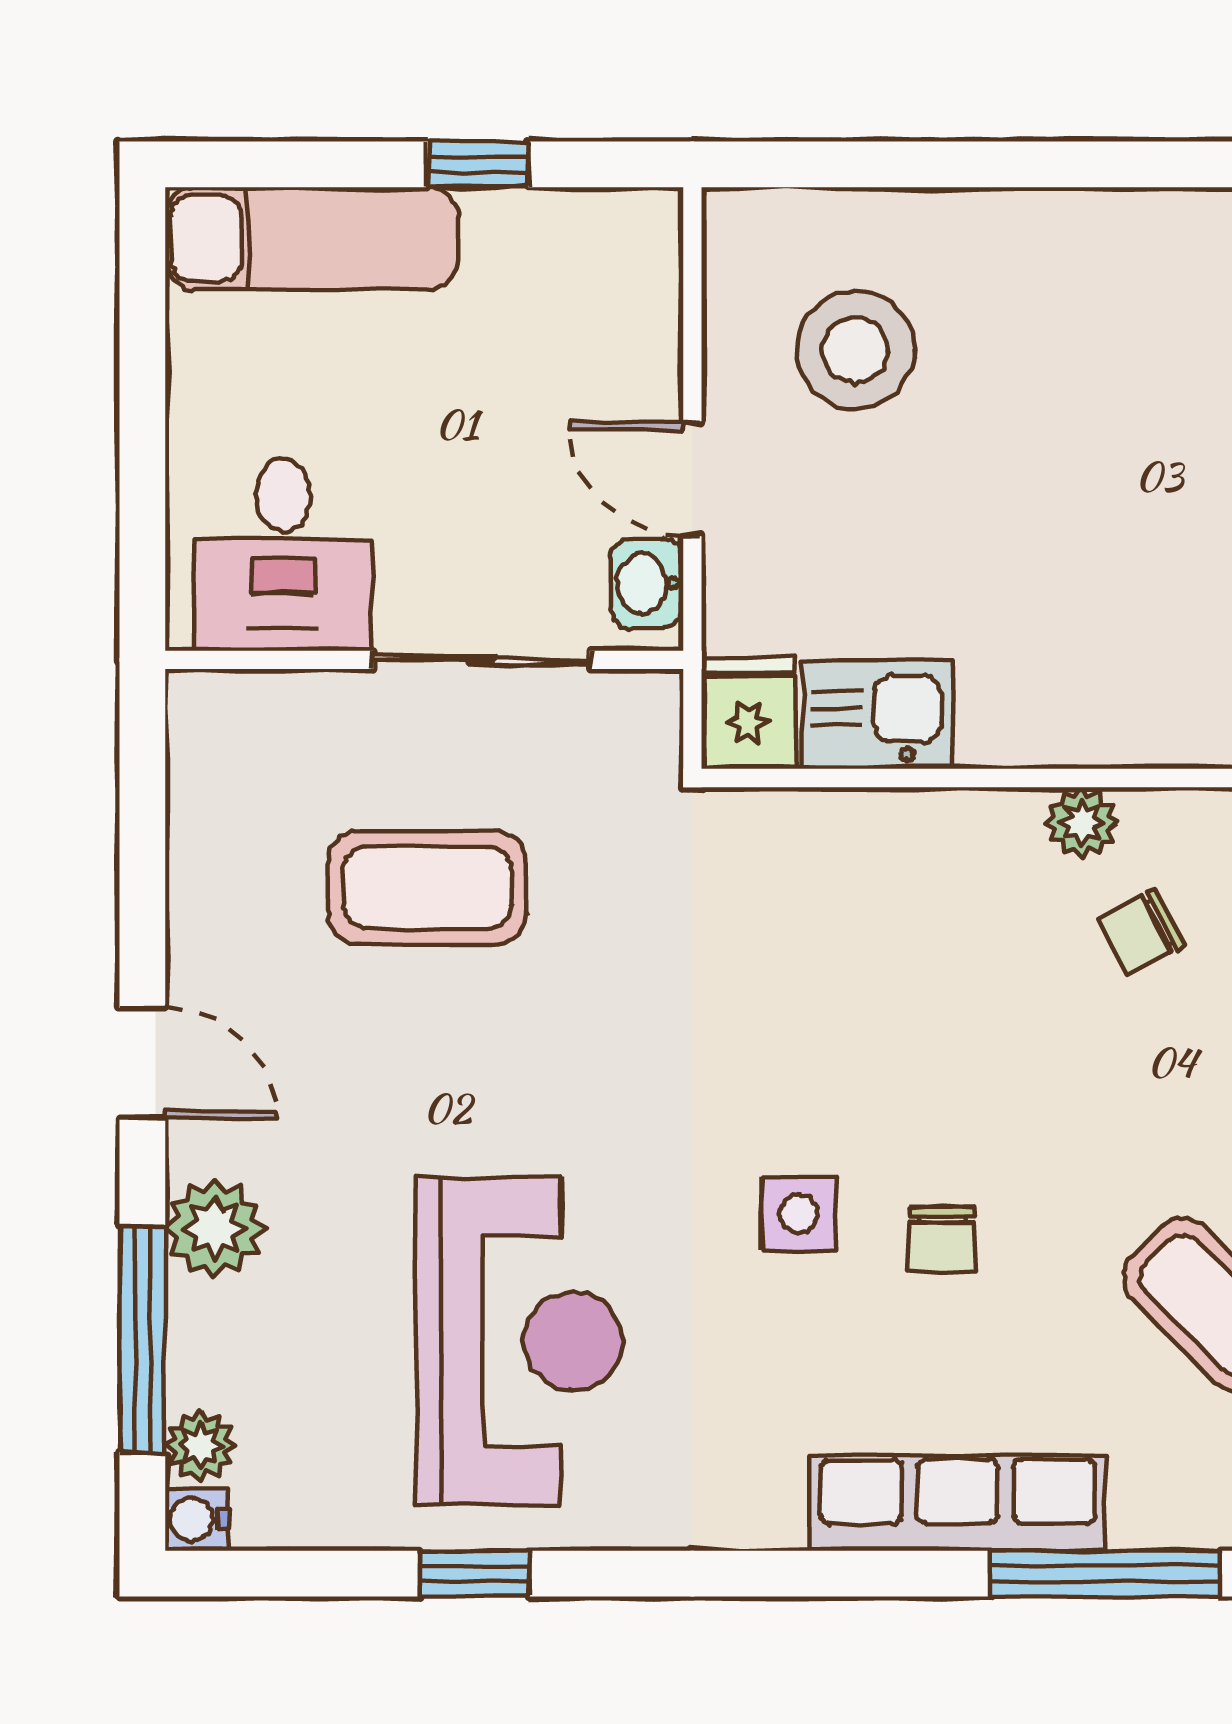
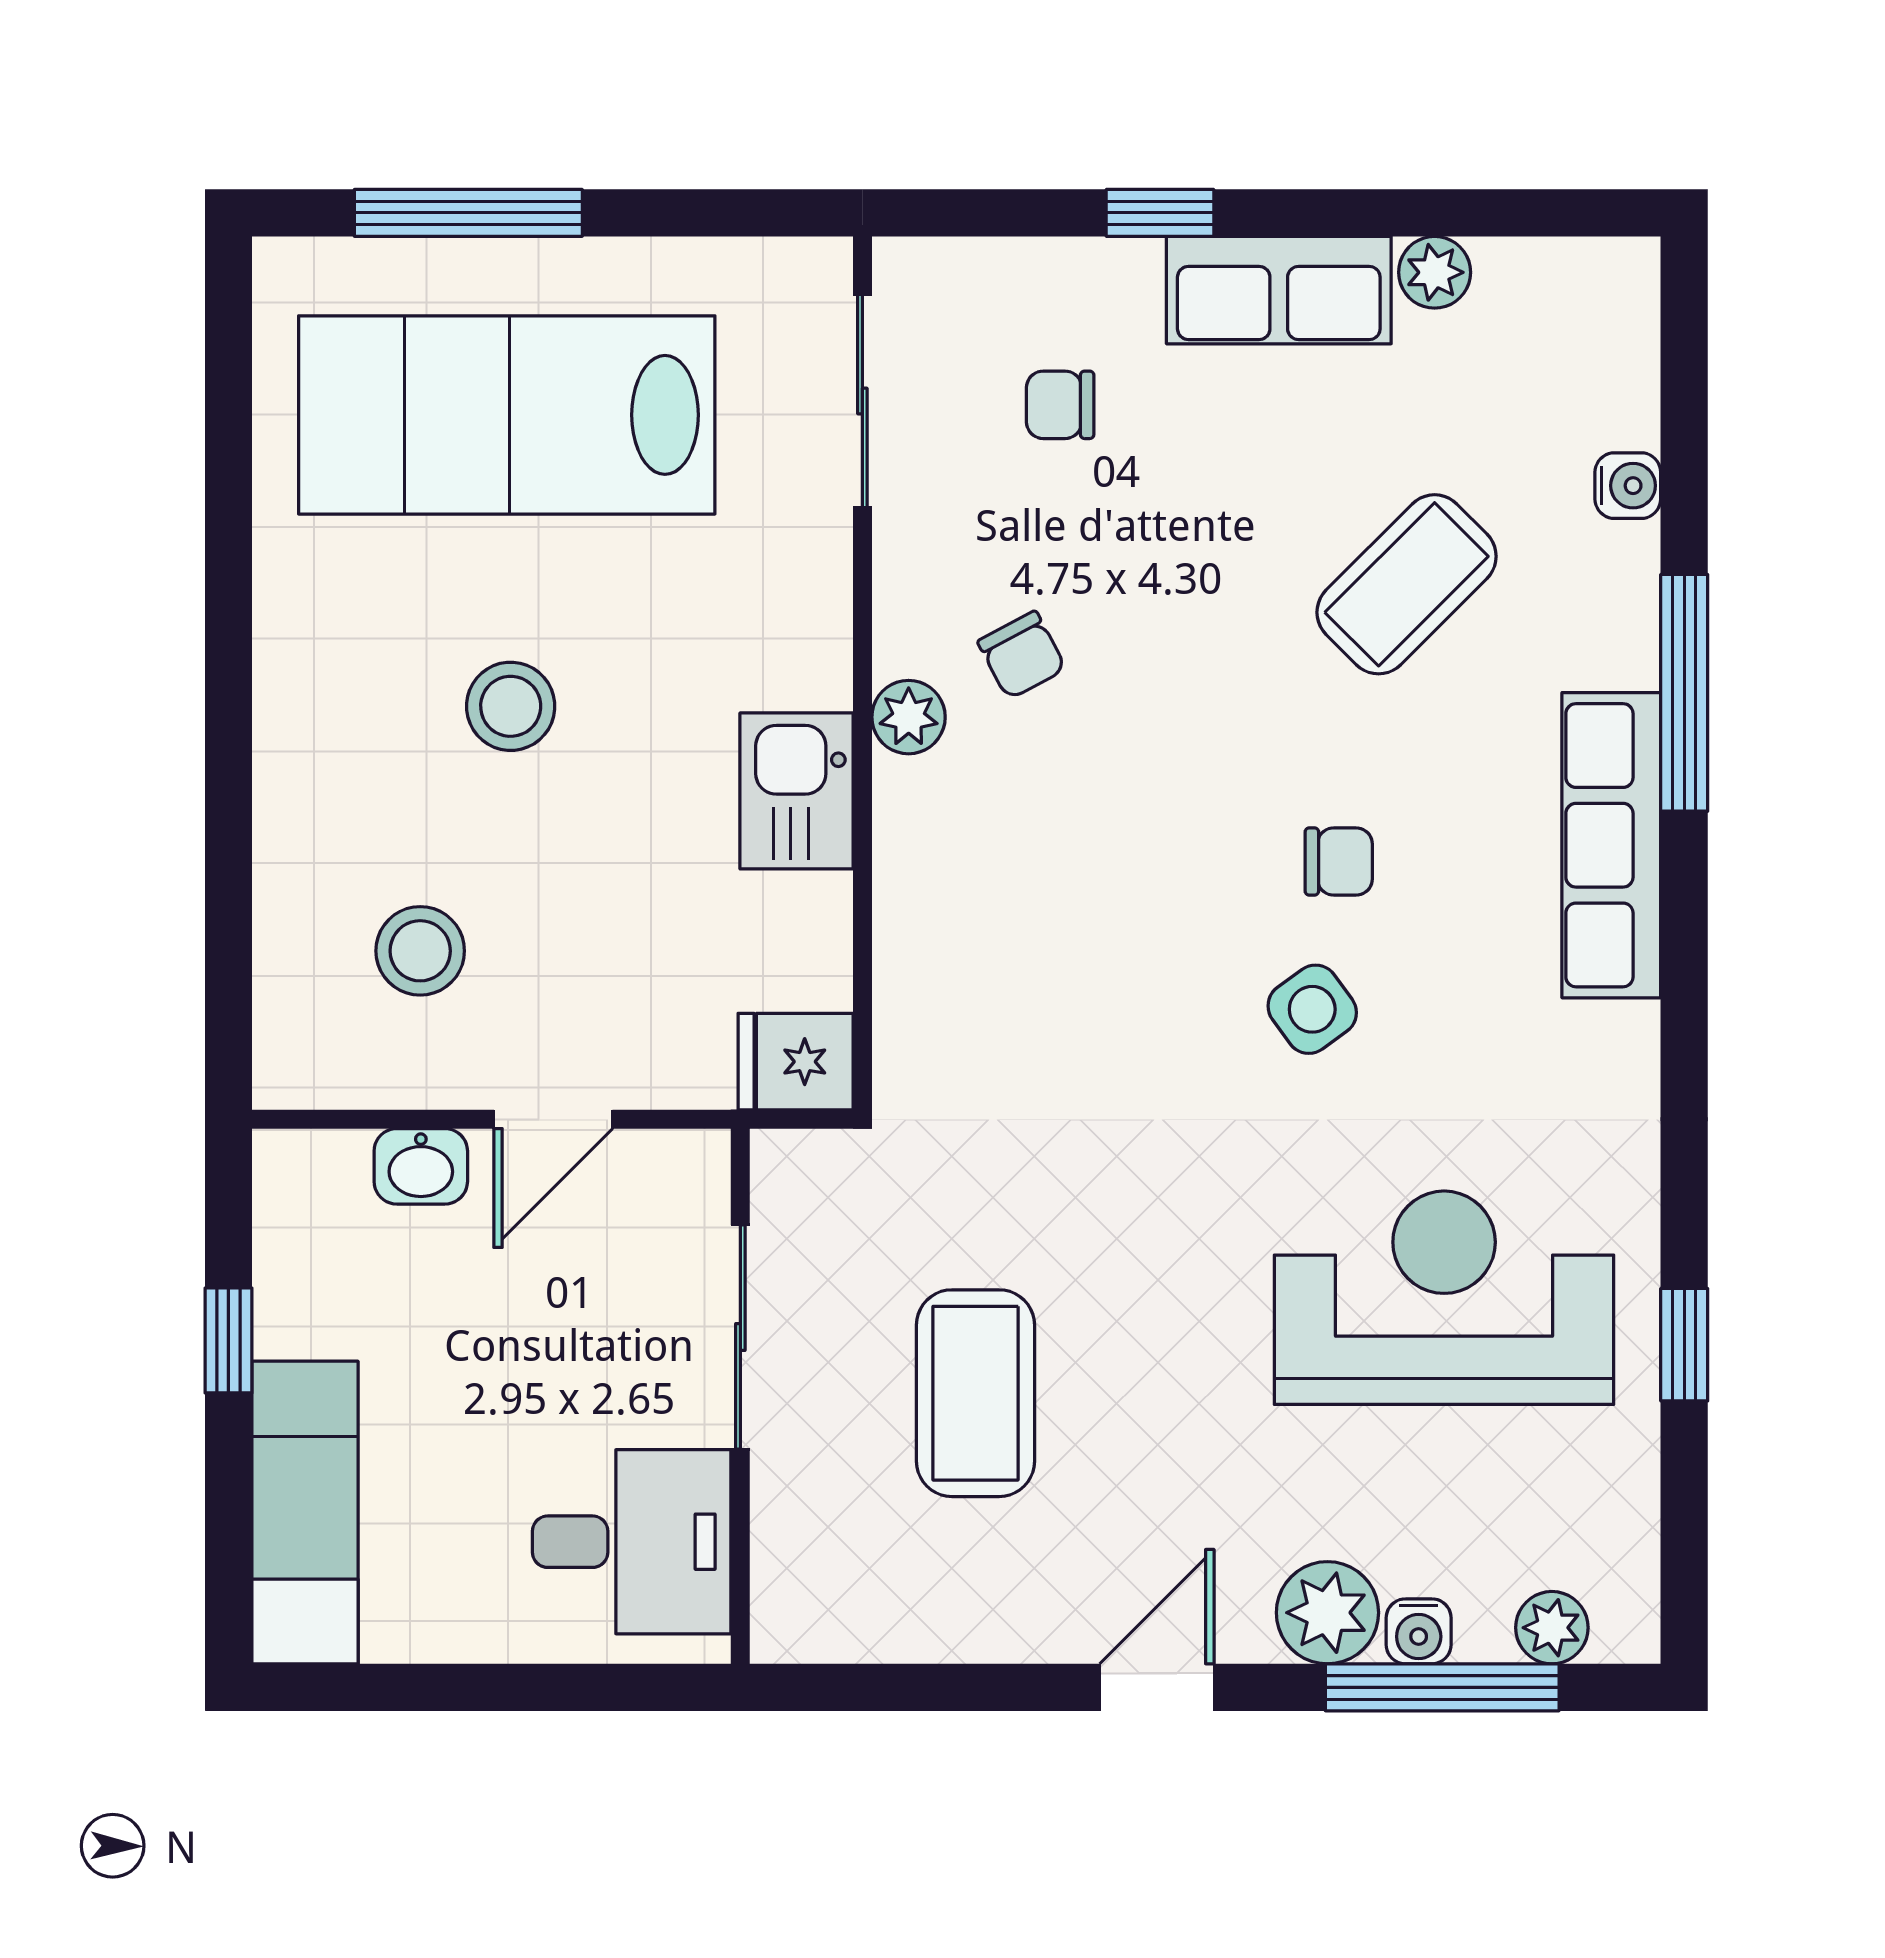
stool: (855, 350) -> (420, 951), width x0.73, depth x0.73
stool: (1092, 437) -> (511, 706), added
washbasin: (647, 583) -> (421, 1166), moved
kitchen sink: (878, 714) -> (796, 791), moved
side table: (799, 1214) -> (1312, 1009), turned -36
water cooler: (197, 1519) -> (1419, 1631), moved

